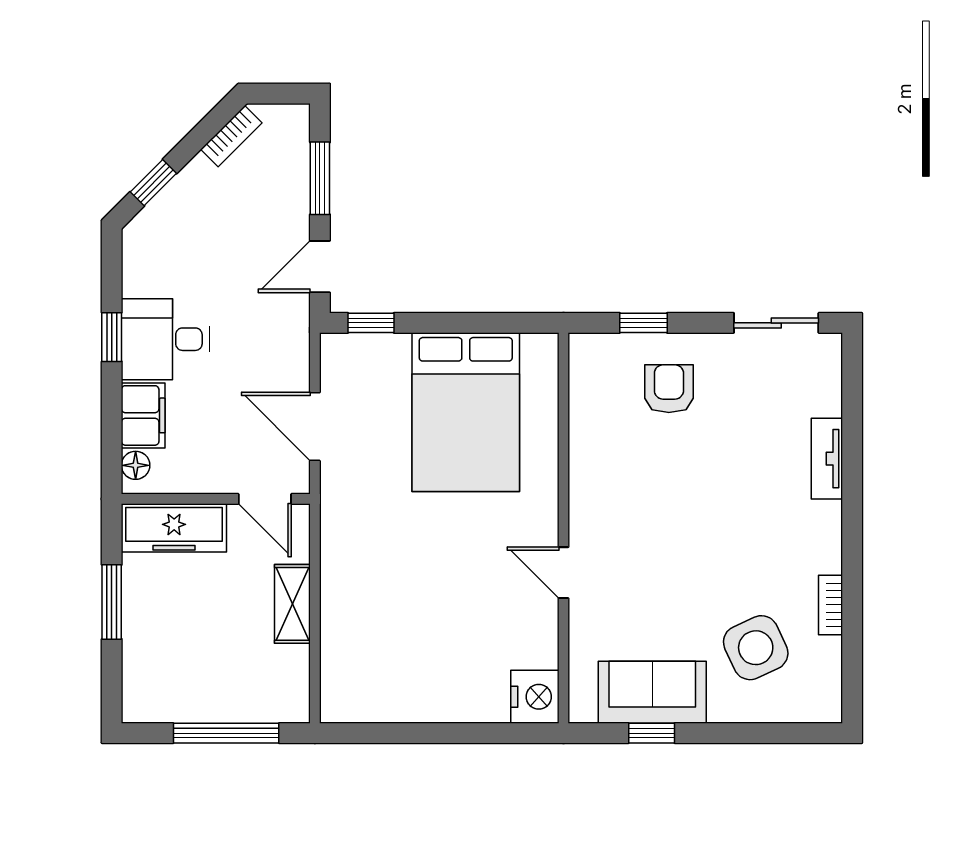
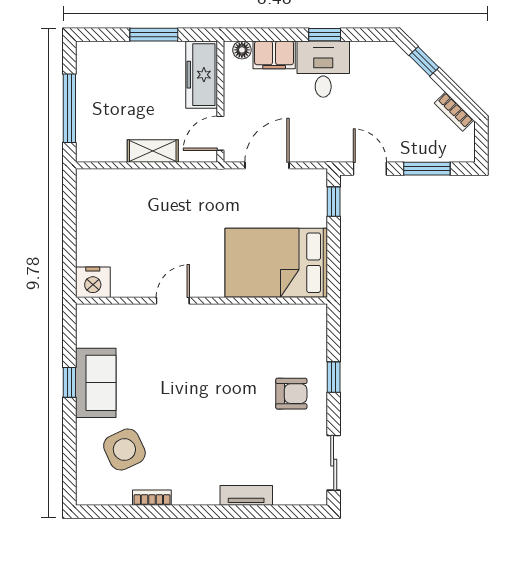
wall: (563, 528) -> (202, 301), moved
door: (563, 573) -> (173, 301), moved
nightstand: (535, 697) -> (93, 282), moved

